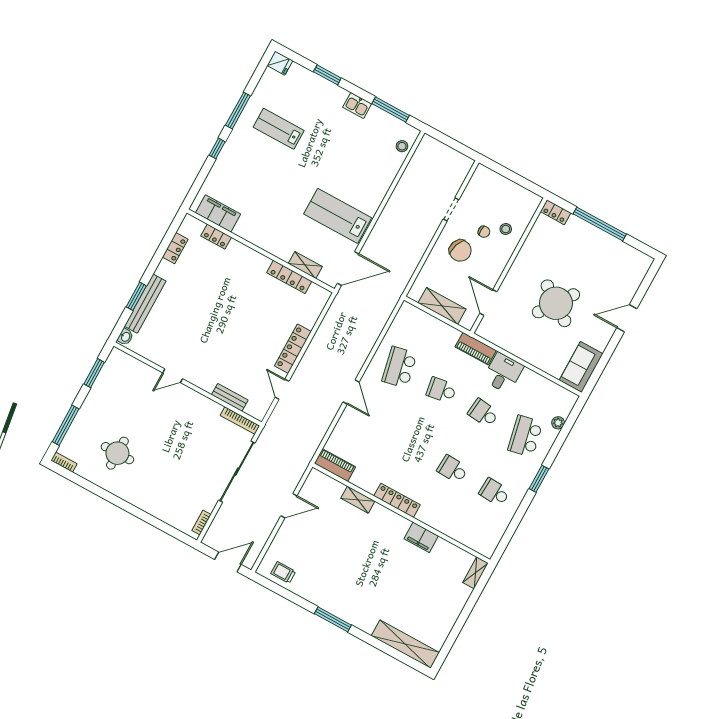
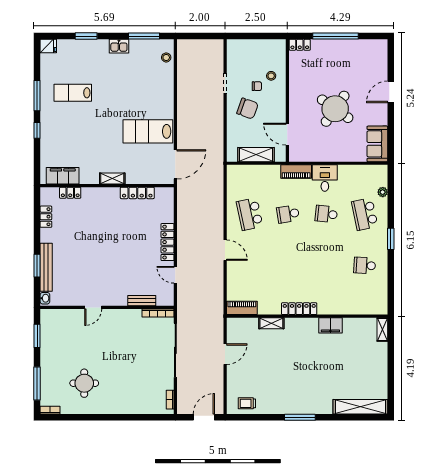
shelving: (305, 265) -> (112, 178), moved
school desk: (453, 469) -> (326, 265), removed

